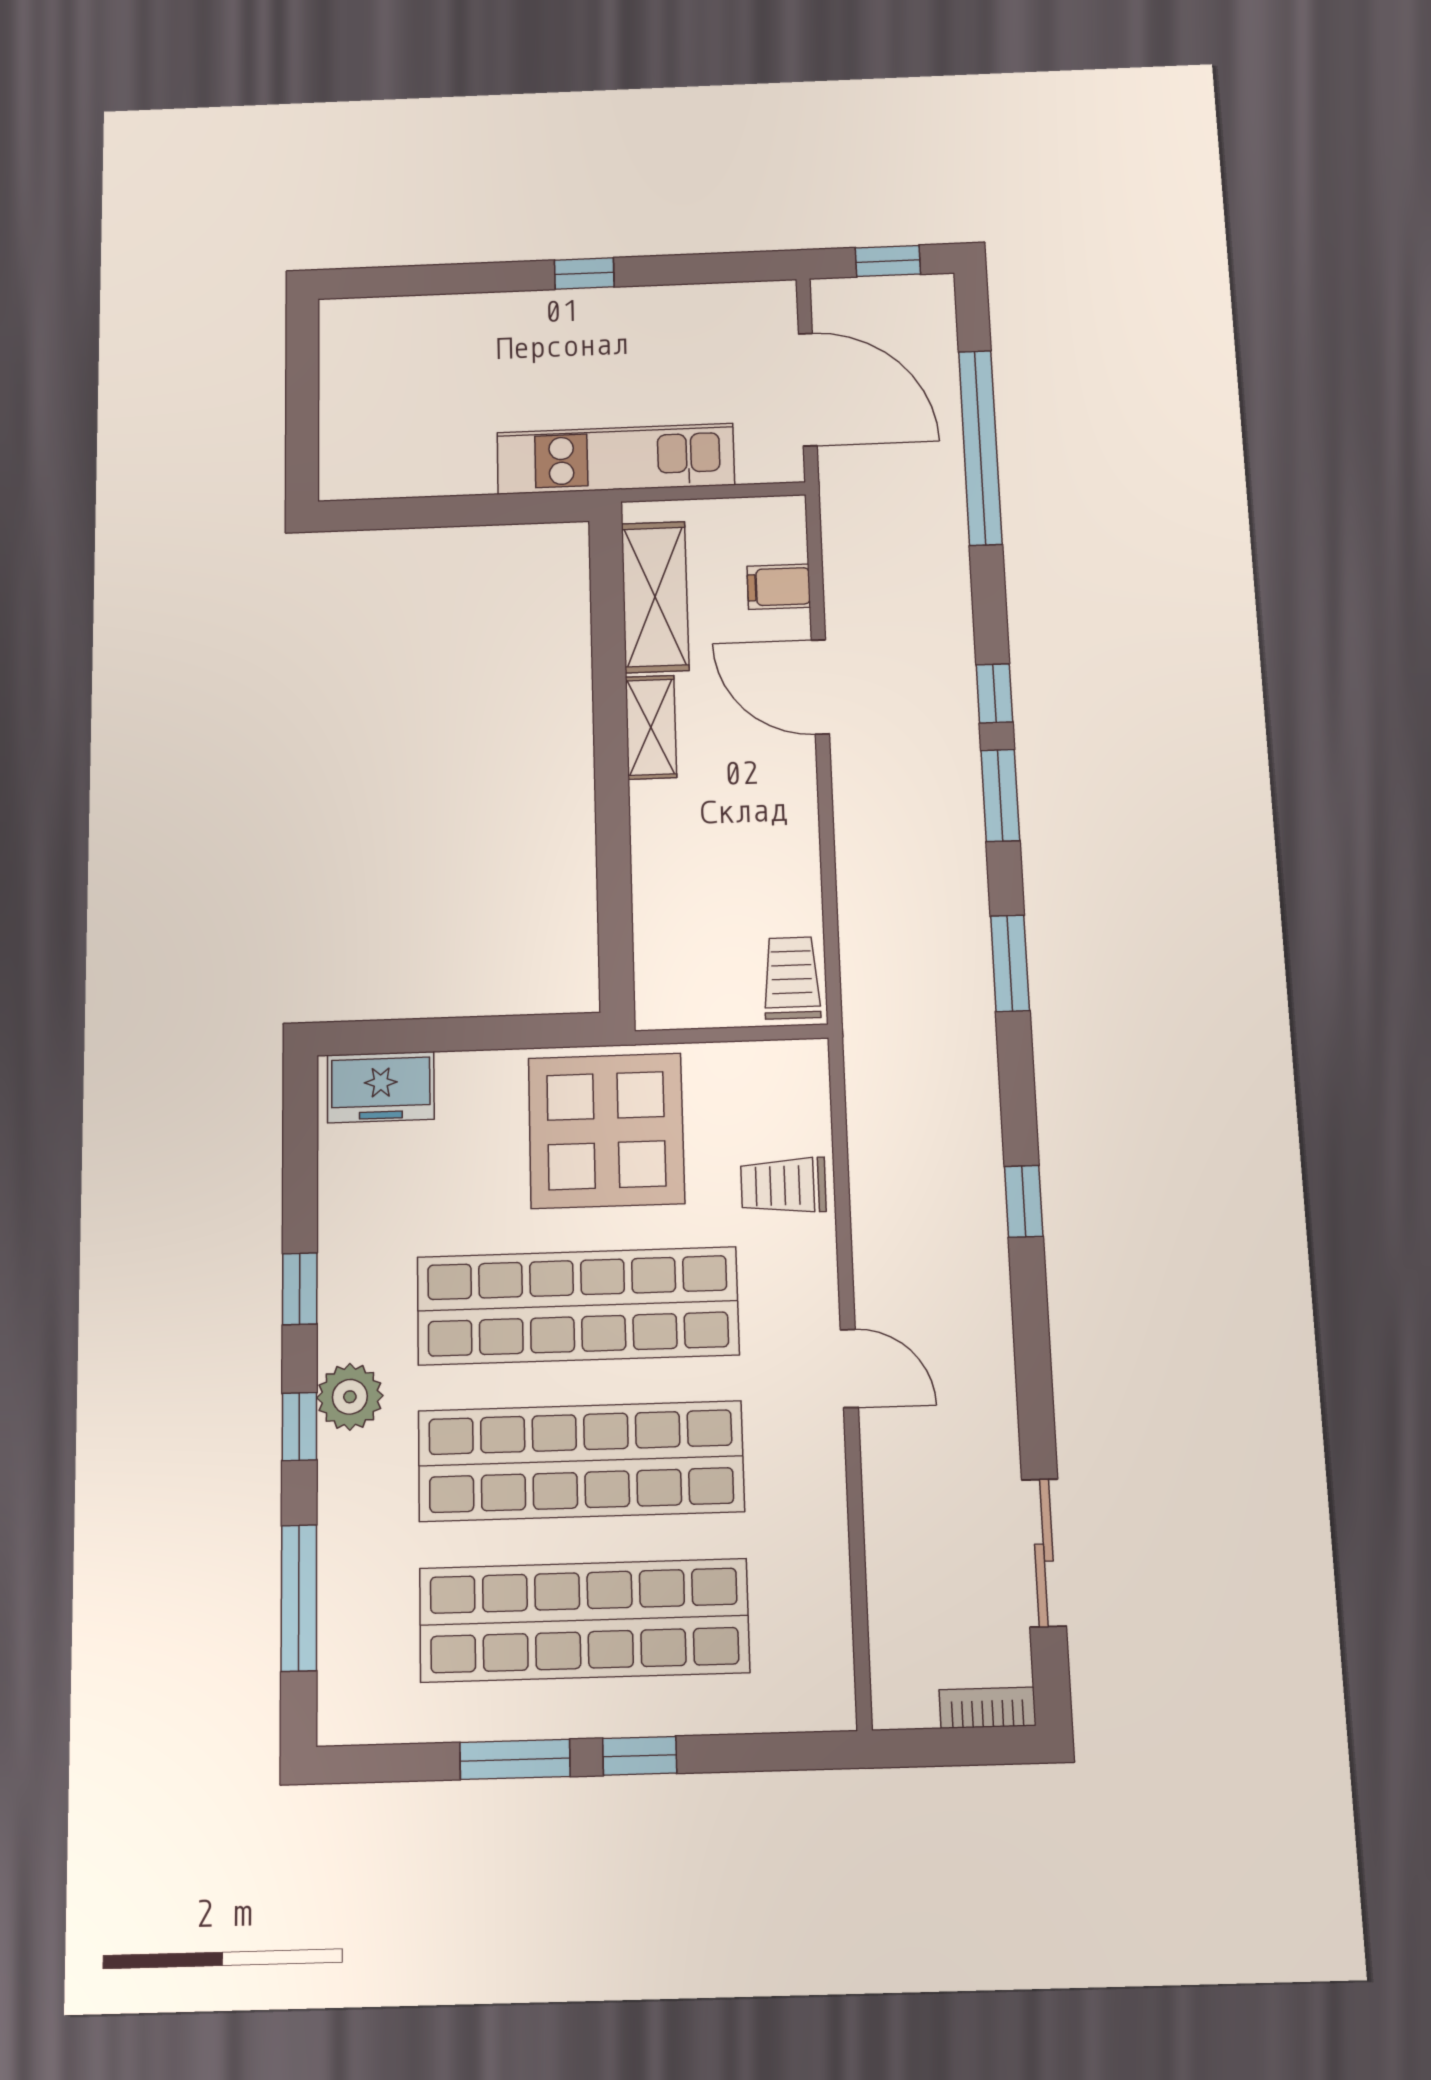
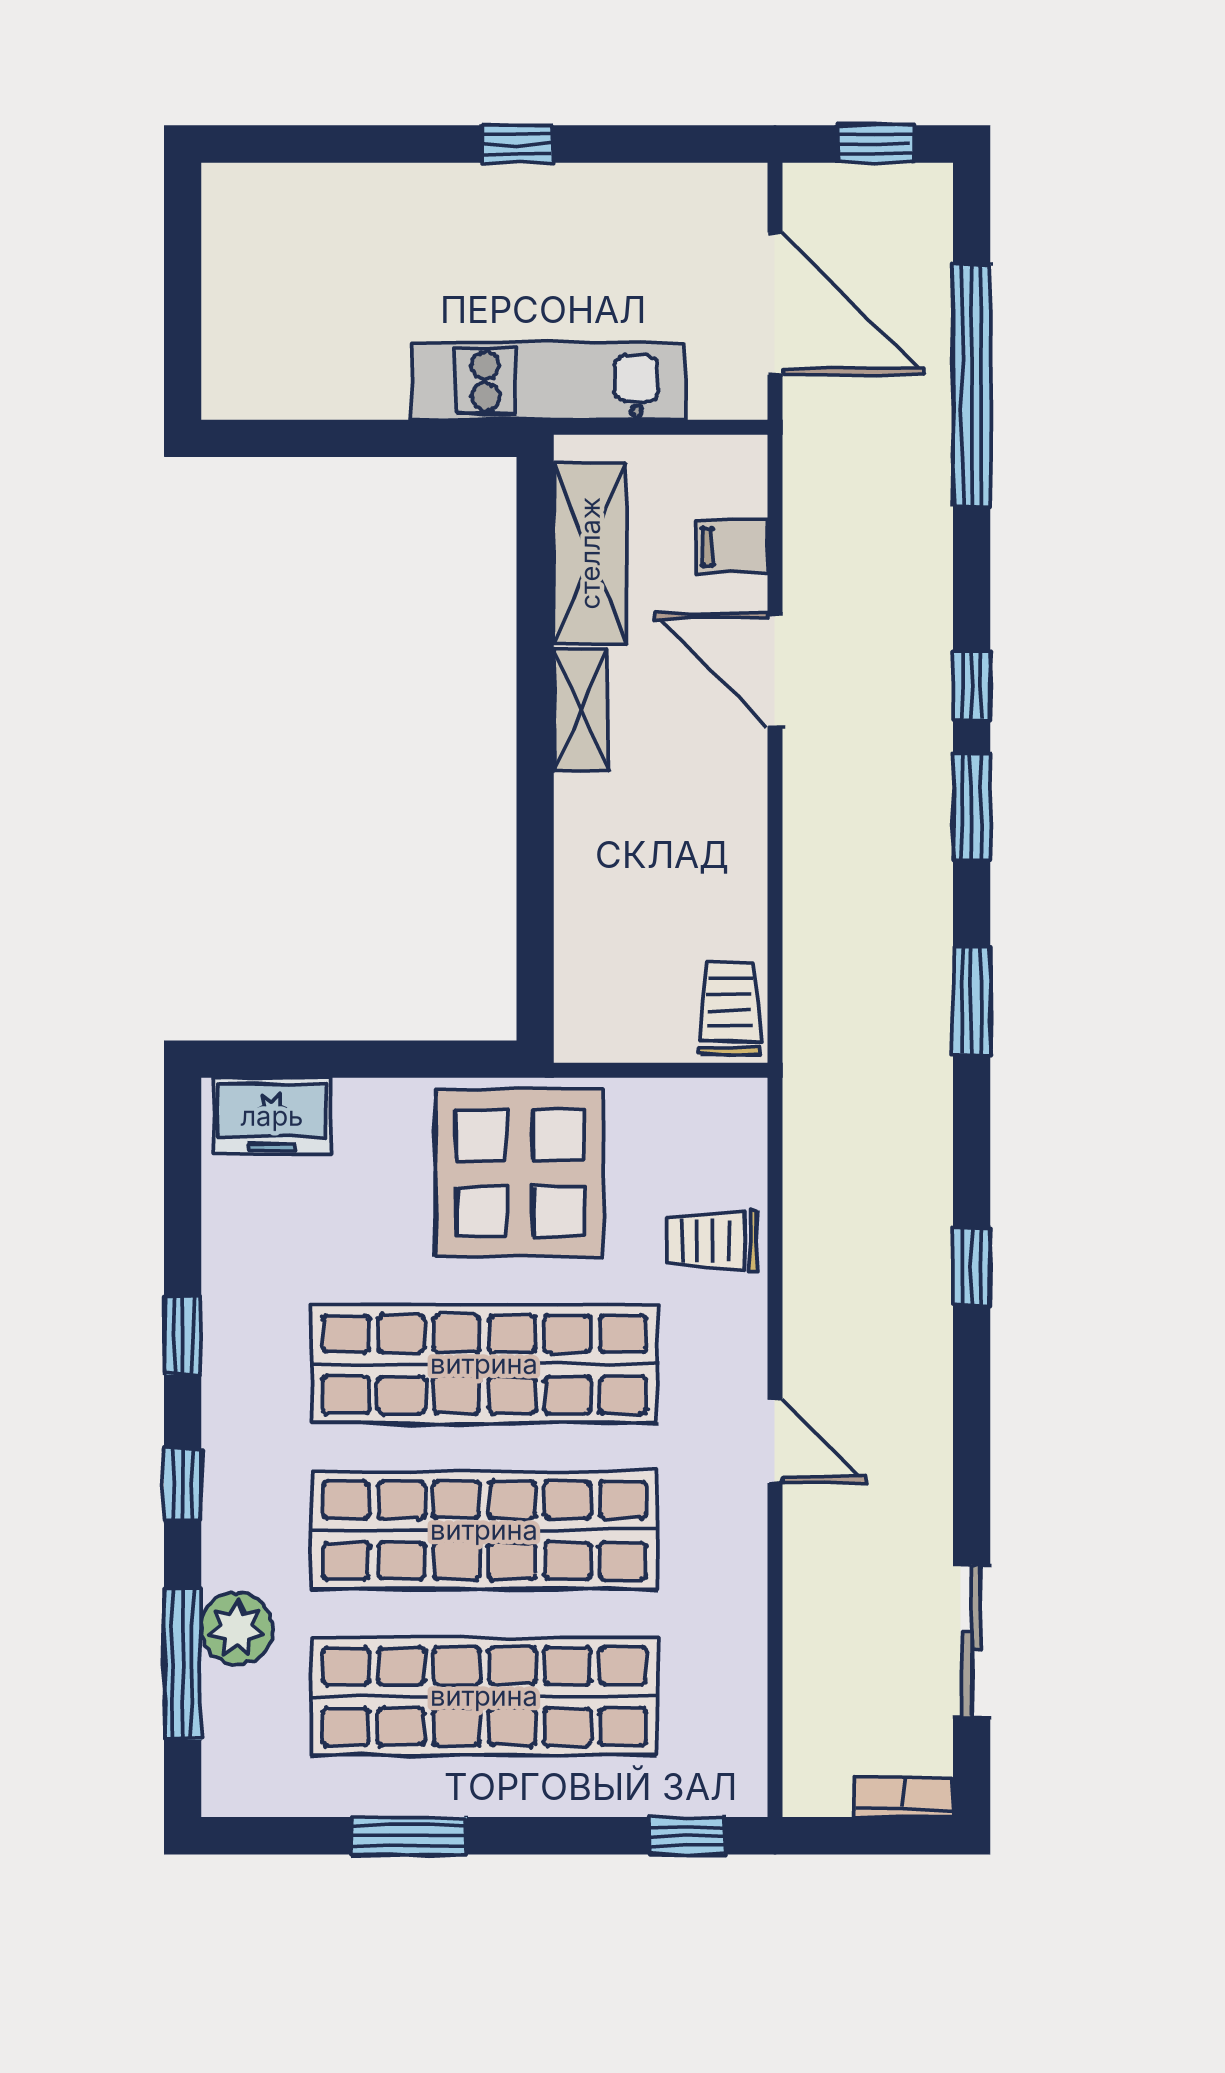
plant: (350, 1397) -> (237, 1629), moved
window: (640, 1756) -> (687, 1836), moved

